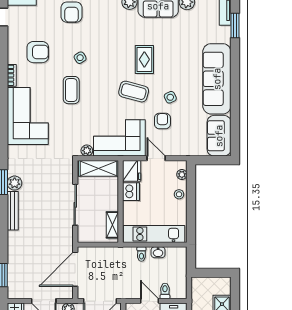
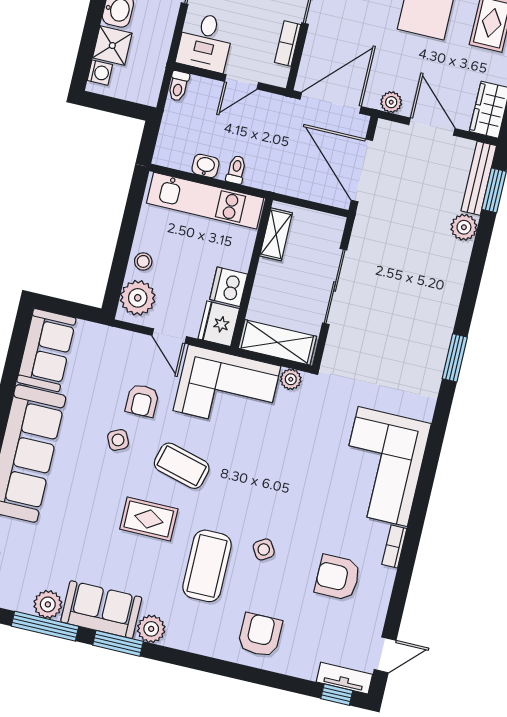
rug: (144, 59) -> (149, 519), turned 90
coffee table: (71, 90) -> (207, 566), moved, width x1.36, depth x1.32
plant: (182, 174) -> (138, 298), width x1.87, depth x1.87
plant: (15, 183) -> (464, 227), moved
bench: (13, 211) -> (479, 178), moved
door: (75, 269) -> (362, 170), swing flipped
washing machine: (225, 288) -> (100, 73), added
toilet: (165, 291) -> (178, 86), moved
door: (149, 301) -> (241, 82), hinge flipped

